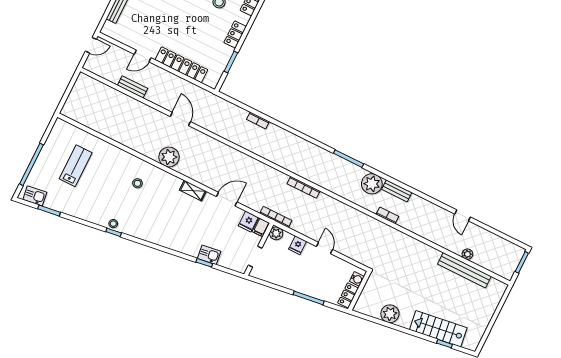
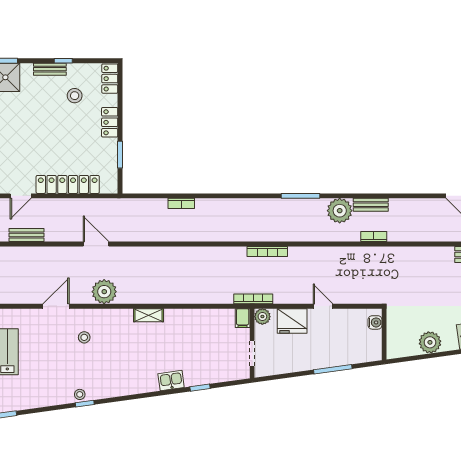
door: (227, 199) -> (56, 306), moved
fridge: (248, 221) -> (226, 319), removed
fridge: (298, 245) -> (292, 321), width x1.88, depth x1.34
kitchen sink: (209, 255) -> (171, 381), moved
locker: (348, 295) -> (374, 345), removed

